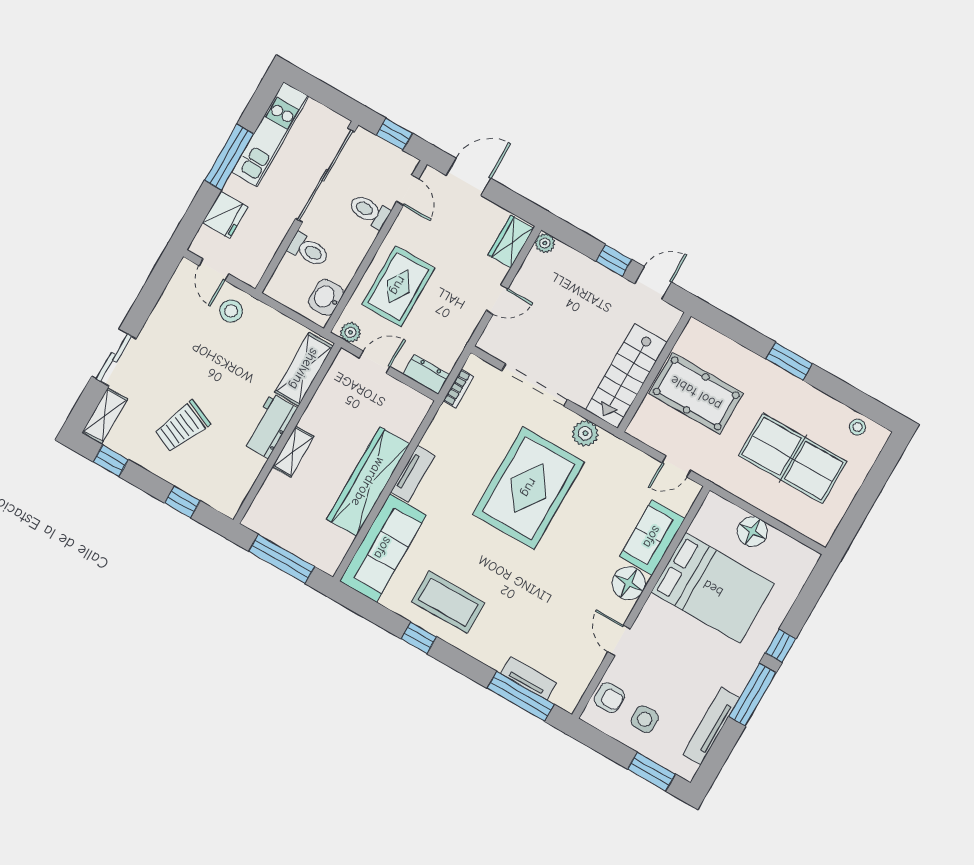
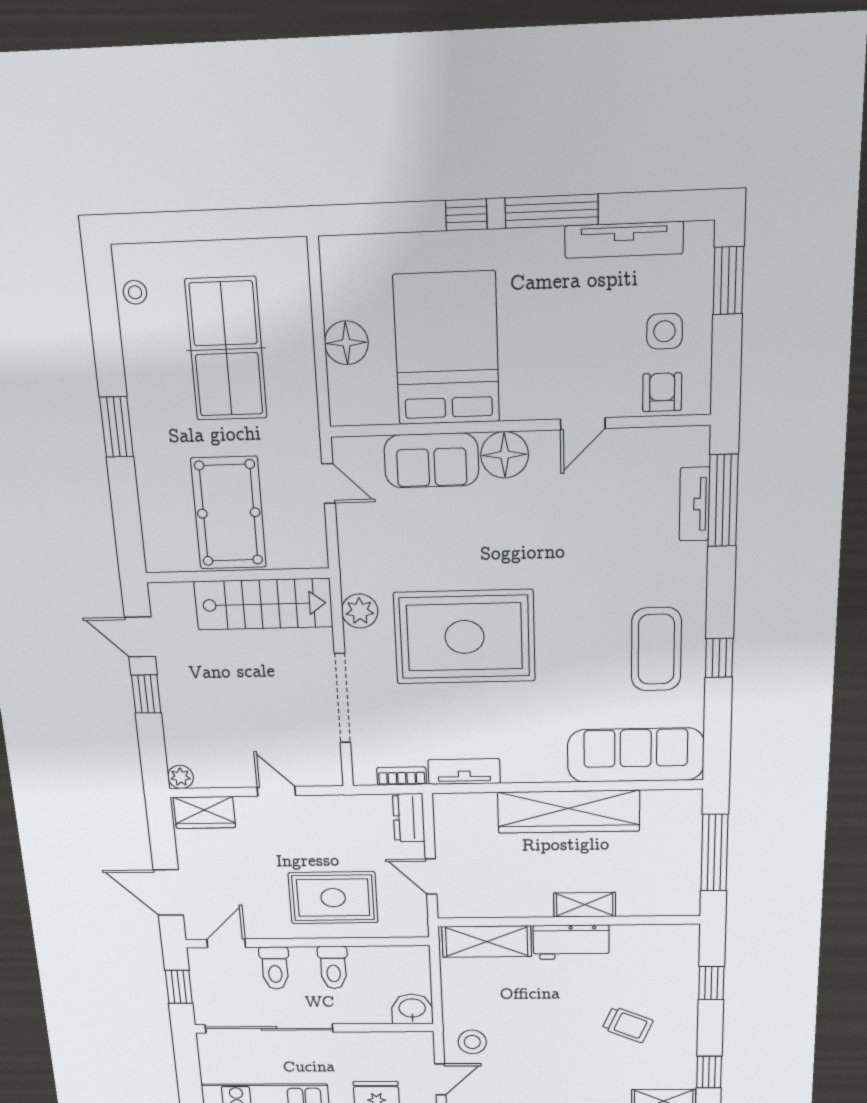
toilet: (309, 250) -> (333, 967), moved, turned 180
washbasin: (326, 297) -> (412, 1009), moved, turned 180
plant: (350, 332) -> (415, 918), removed
trolley: (182, 427) -> (628, 1025), width x0.73, depth x0.72
tv unit: (413, 474) -> (464, 771), moved

